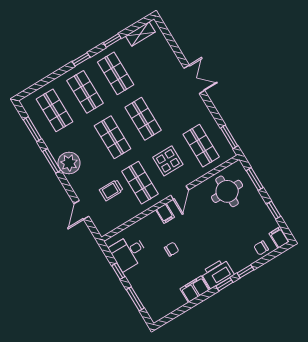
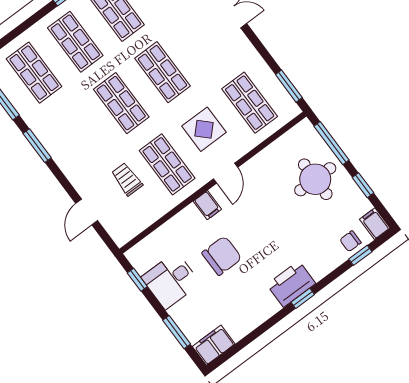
plant: (69, 163) -> (62, 146), removed
window: (255, 179) -> (332, 143), width x1.44
trolley: (111, 190) -> (127, 179), turned 90
round table: (227, 191) -> (315, 179), moved
chair: (172, 249) -> (222, 256), width x1.87, depth x1.87
desk: (128, 252) -> (171, 280), moved
window: (118, 271) -> (137, 280), moved
window: (245, 271) -> (360, 255), moved
filing cabinet: (195, 289) -> (214, 345), moved

